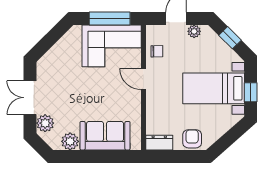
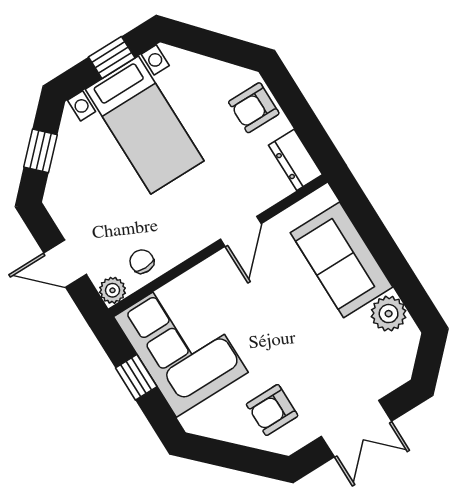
window: (110, 18) -> (136, 377), width x0.46
plant: (194, 31) -> (112, 290), moved
armchair: (60, 67) -> (272, 410), added
door: (144, 79) -> (241, 231), moved
plant: (45, 123) -> (384, 376), removed

